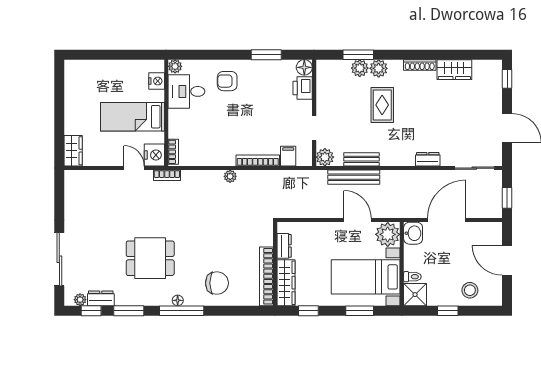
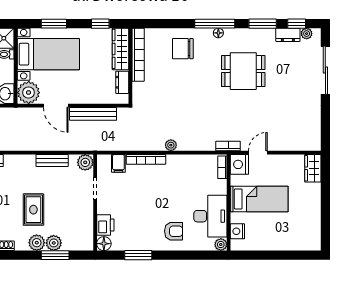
desk: (186, 91) -> (210, 216), width x1.37
door: (134, 168) -> (258, 153), swing flipped
bench: (354, 177) -> (93, 114), moved

